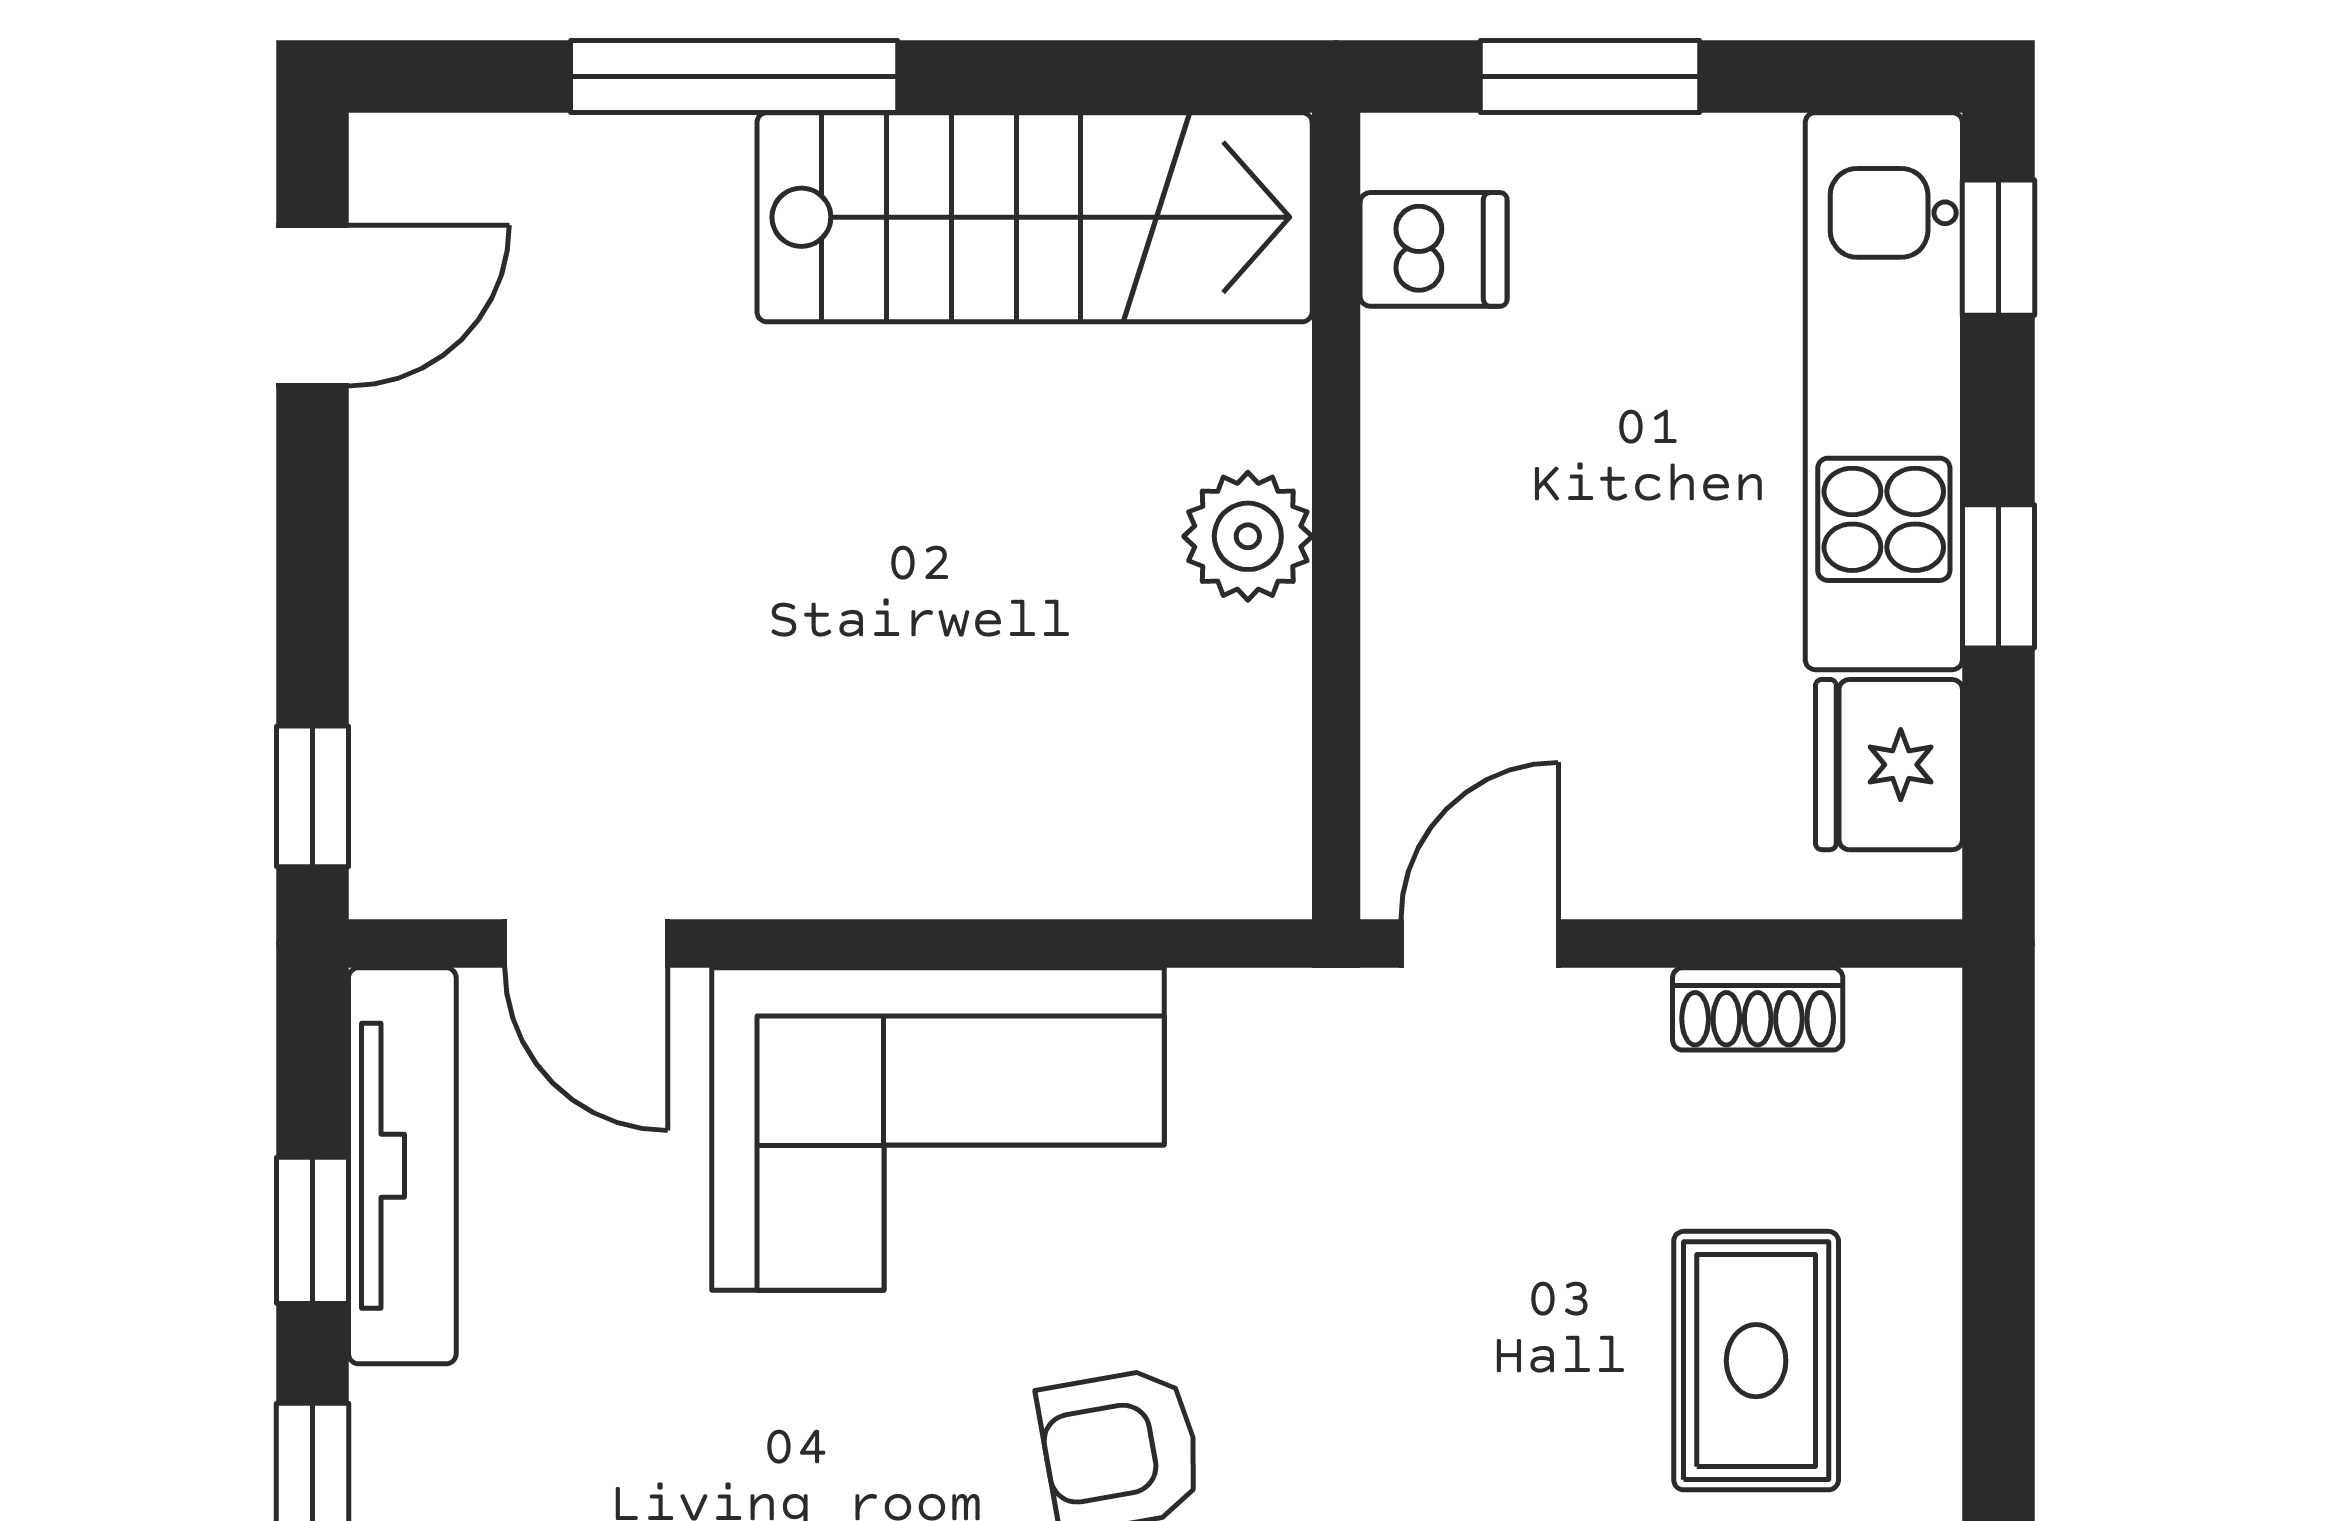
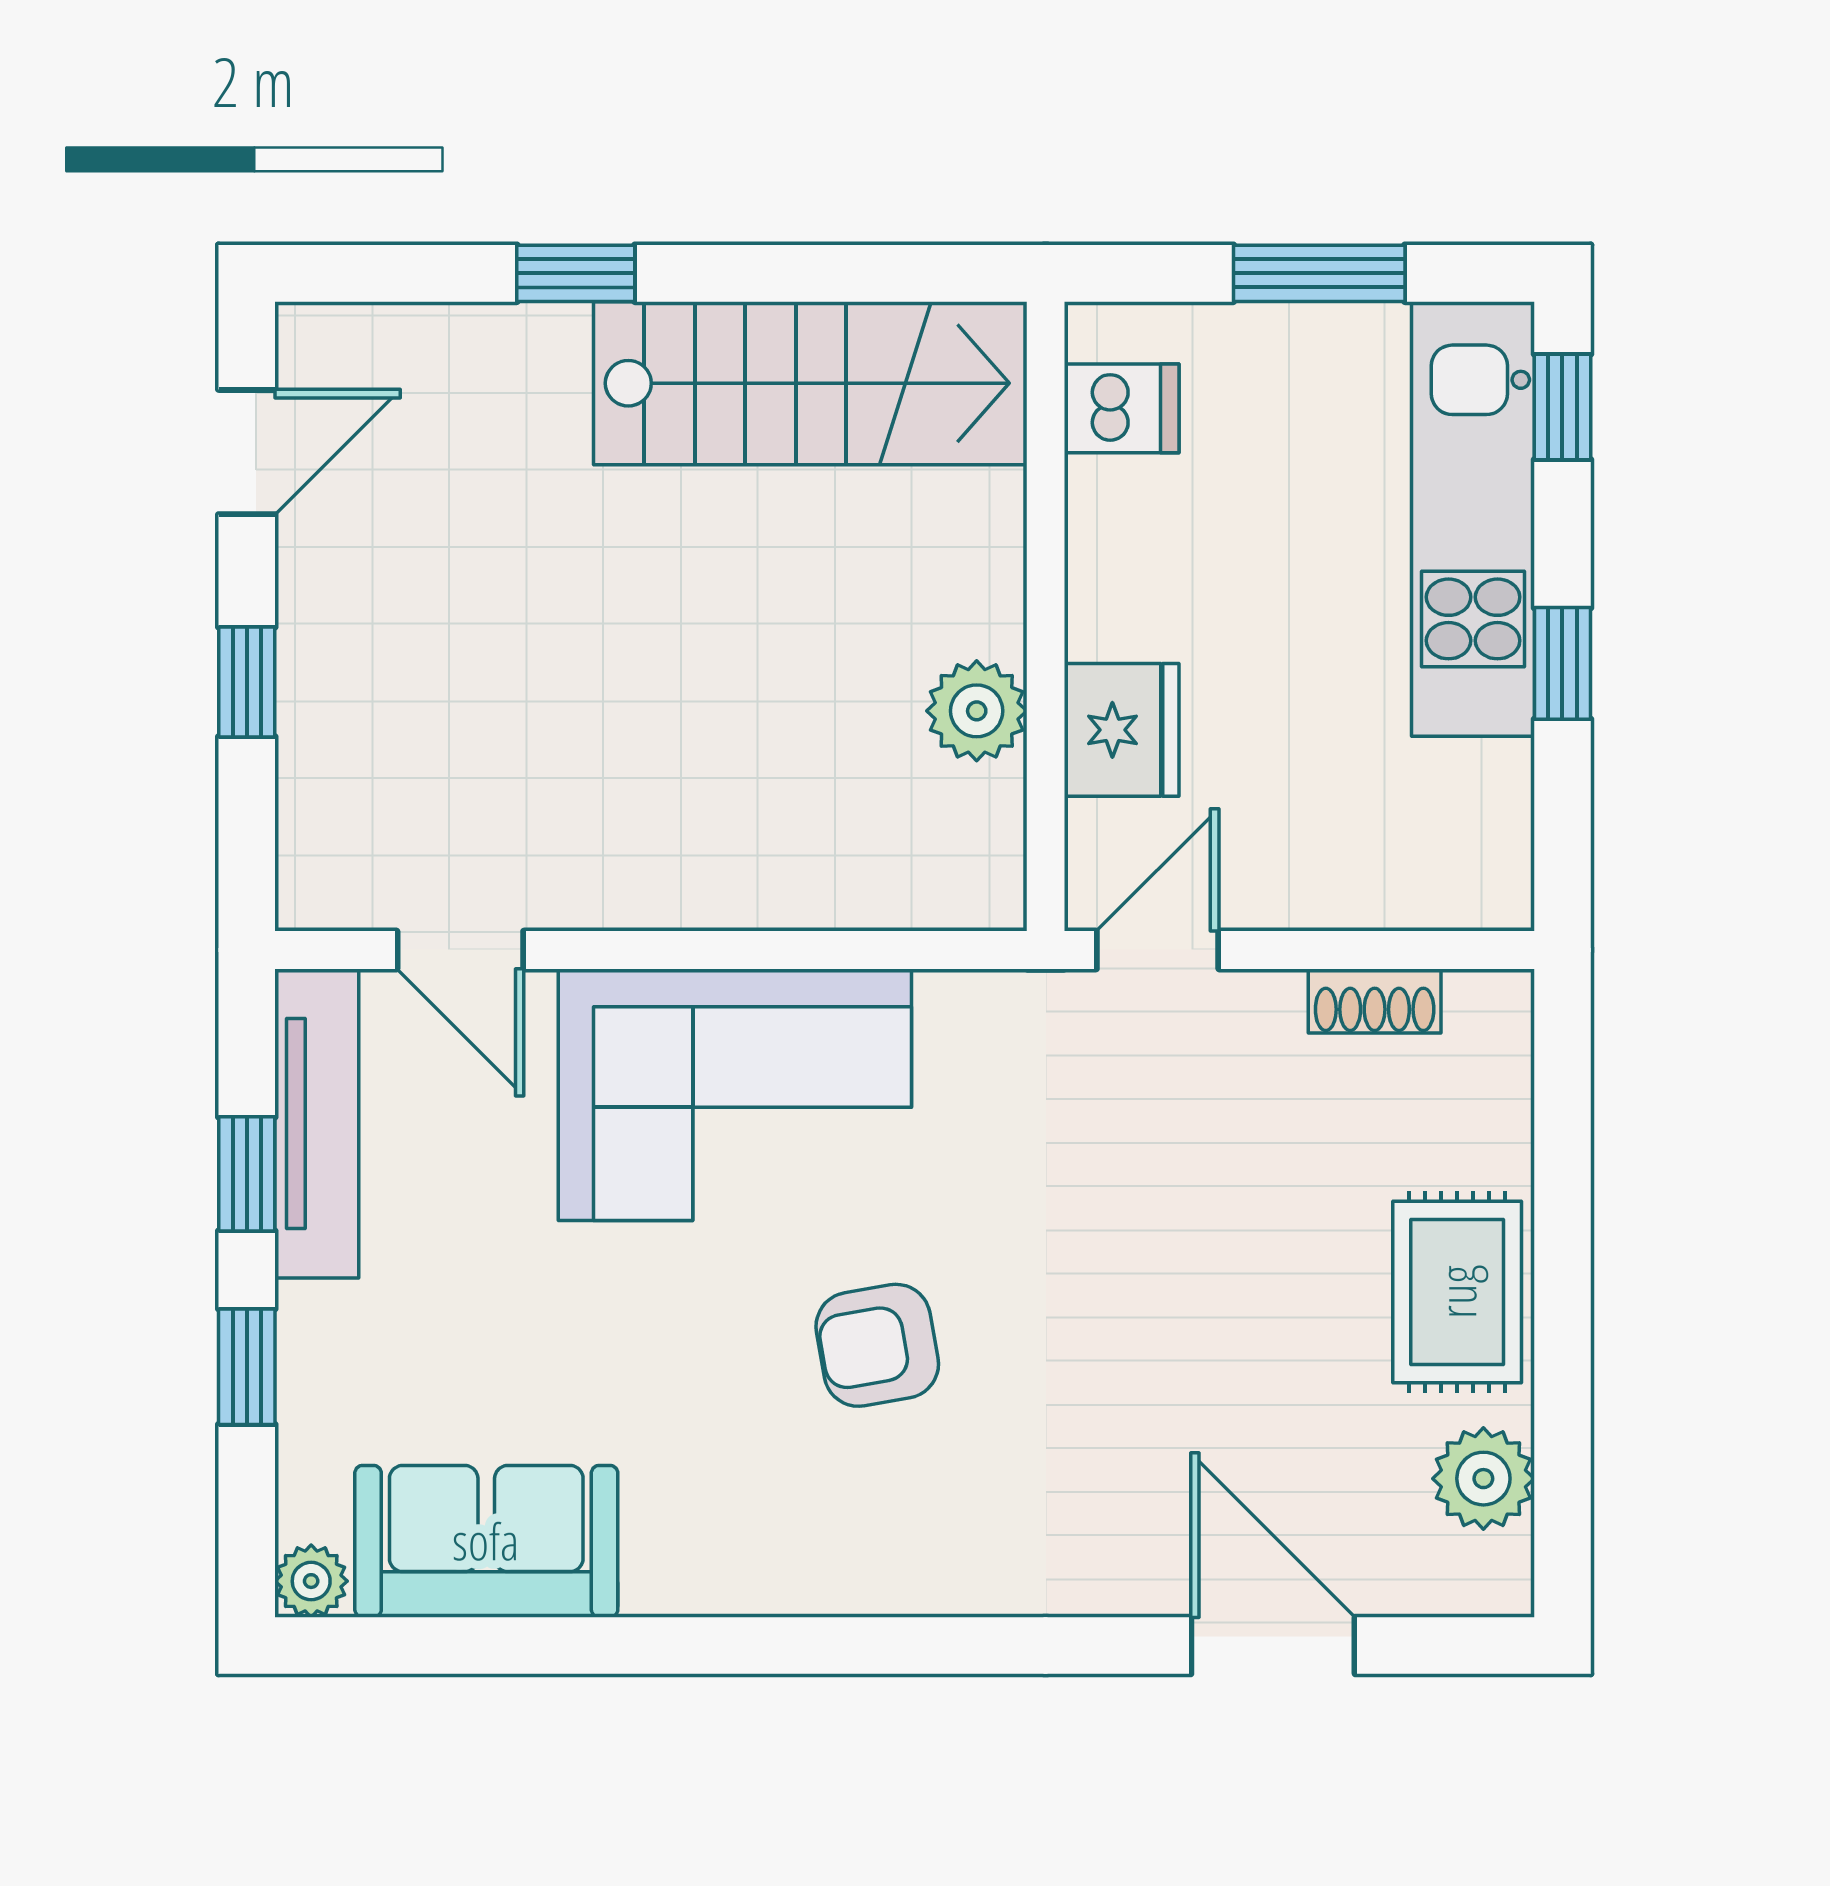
window: (734, 76) -> (576, 273), width x0.46
window: (1590, 76) -> (1319, 273), moved
plant: (1248, 536) -> (977, 711), moved
fridge: (1889, 765) -> (1122, 730), moved, turned 180
window: (312, 796) -> (247, 682), moved
rug: (1756, 1361) -> (1457, 1292), moved

